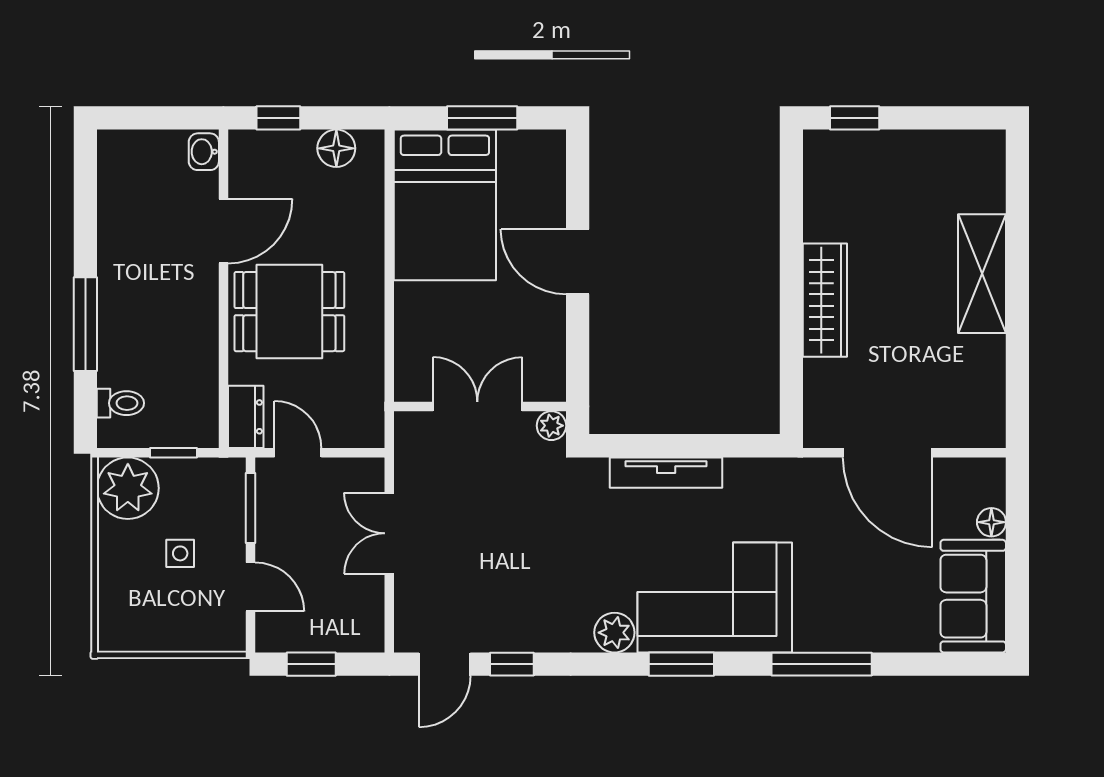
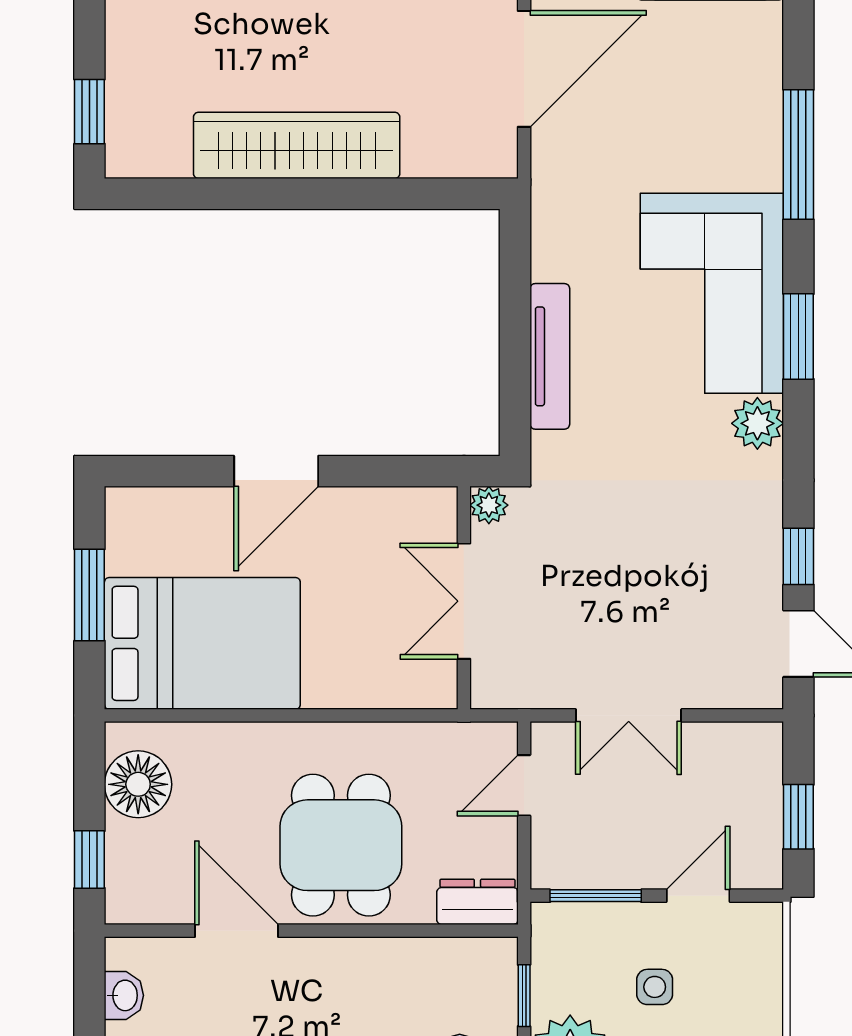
floor lamp: (336, 148) -> (138, 784), width x1.38, depth x1.38
washbasin: (204, 152) -> (124, 995), moved, turned -90
wardrobe: (825, 300) -> (297, 145), width x1.40, depth x1.17
door: (298, 453) -> (524, 785), moved

